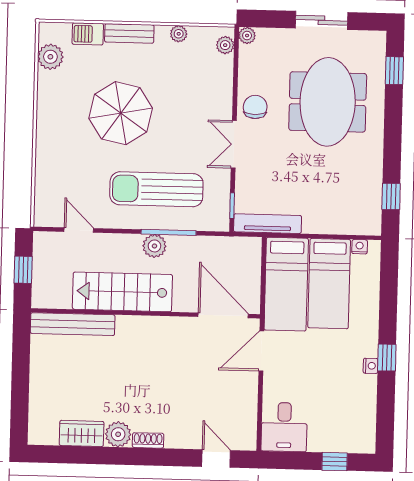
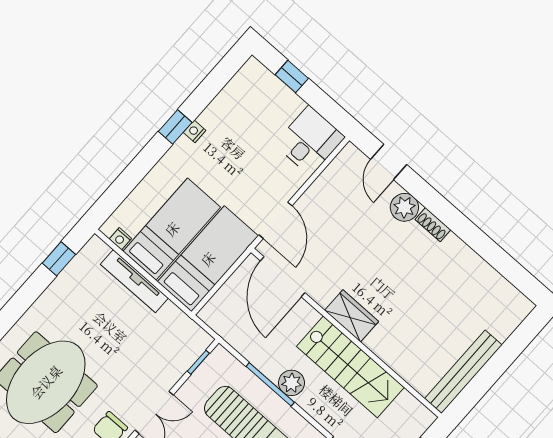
tv unit: (268, 224) -> (134, 281), moved
bench: (73, 324) -> (463, 372), moved, turned 90
door: (261, 351) -> (275, 220), hinge flipped
wardrobe: (82, 433) -> (352, 316), moved, turned 180
plant: (118, 434) -> (404, 207), moved

